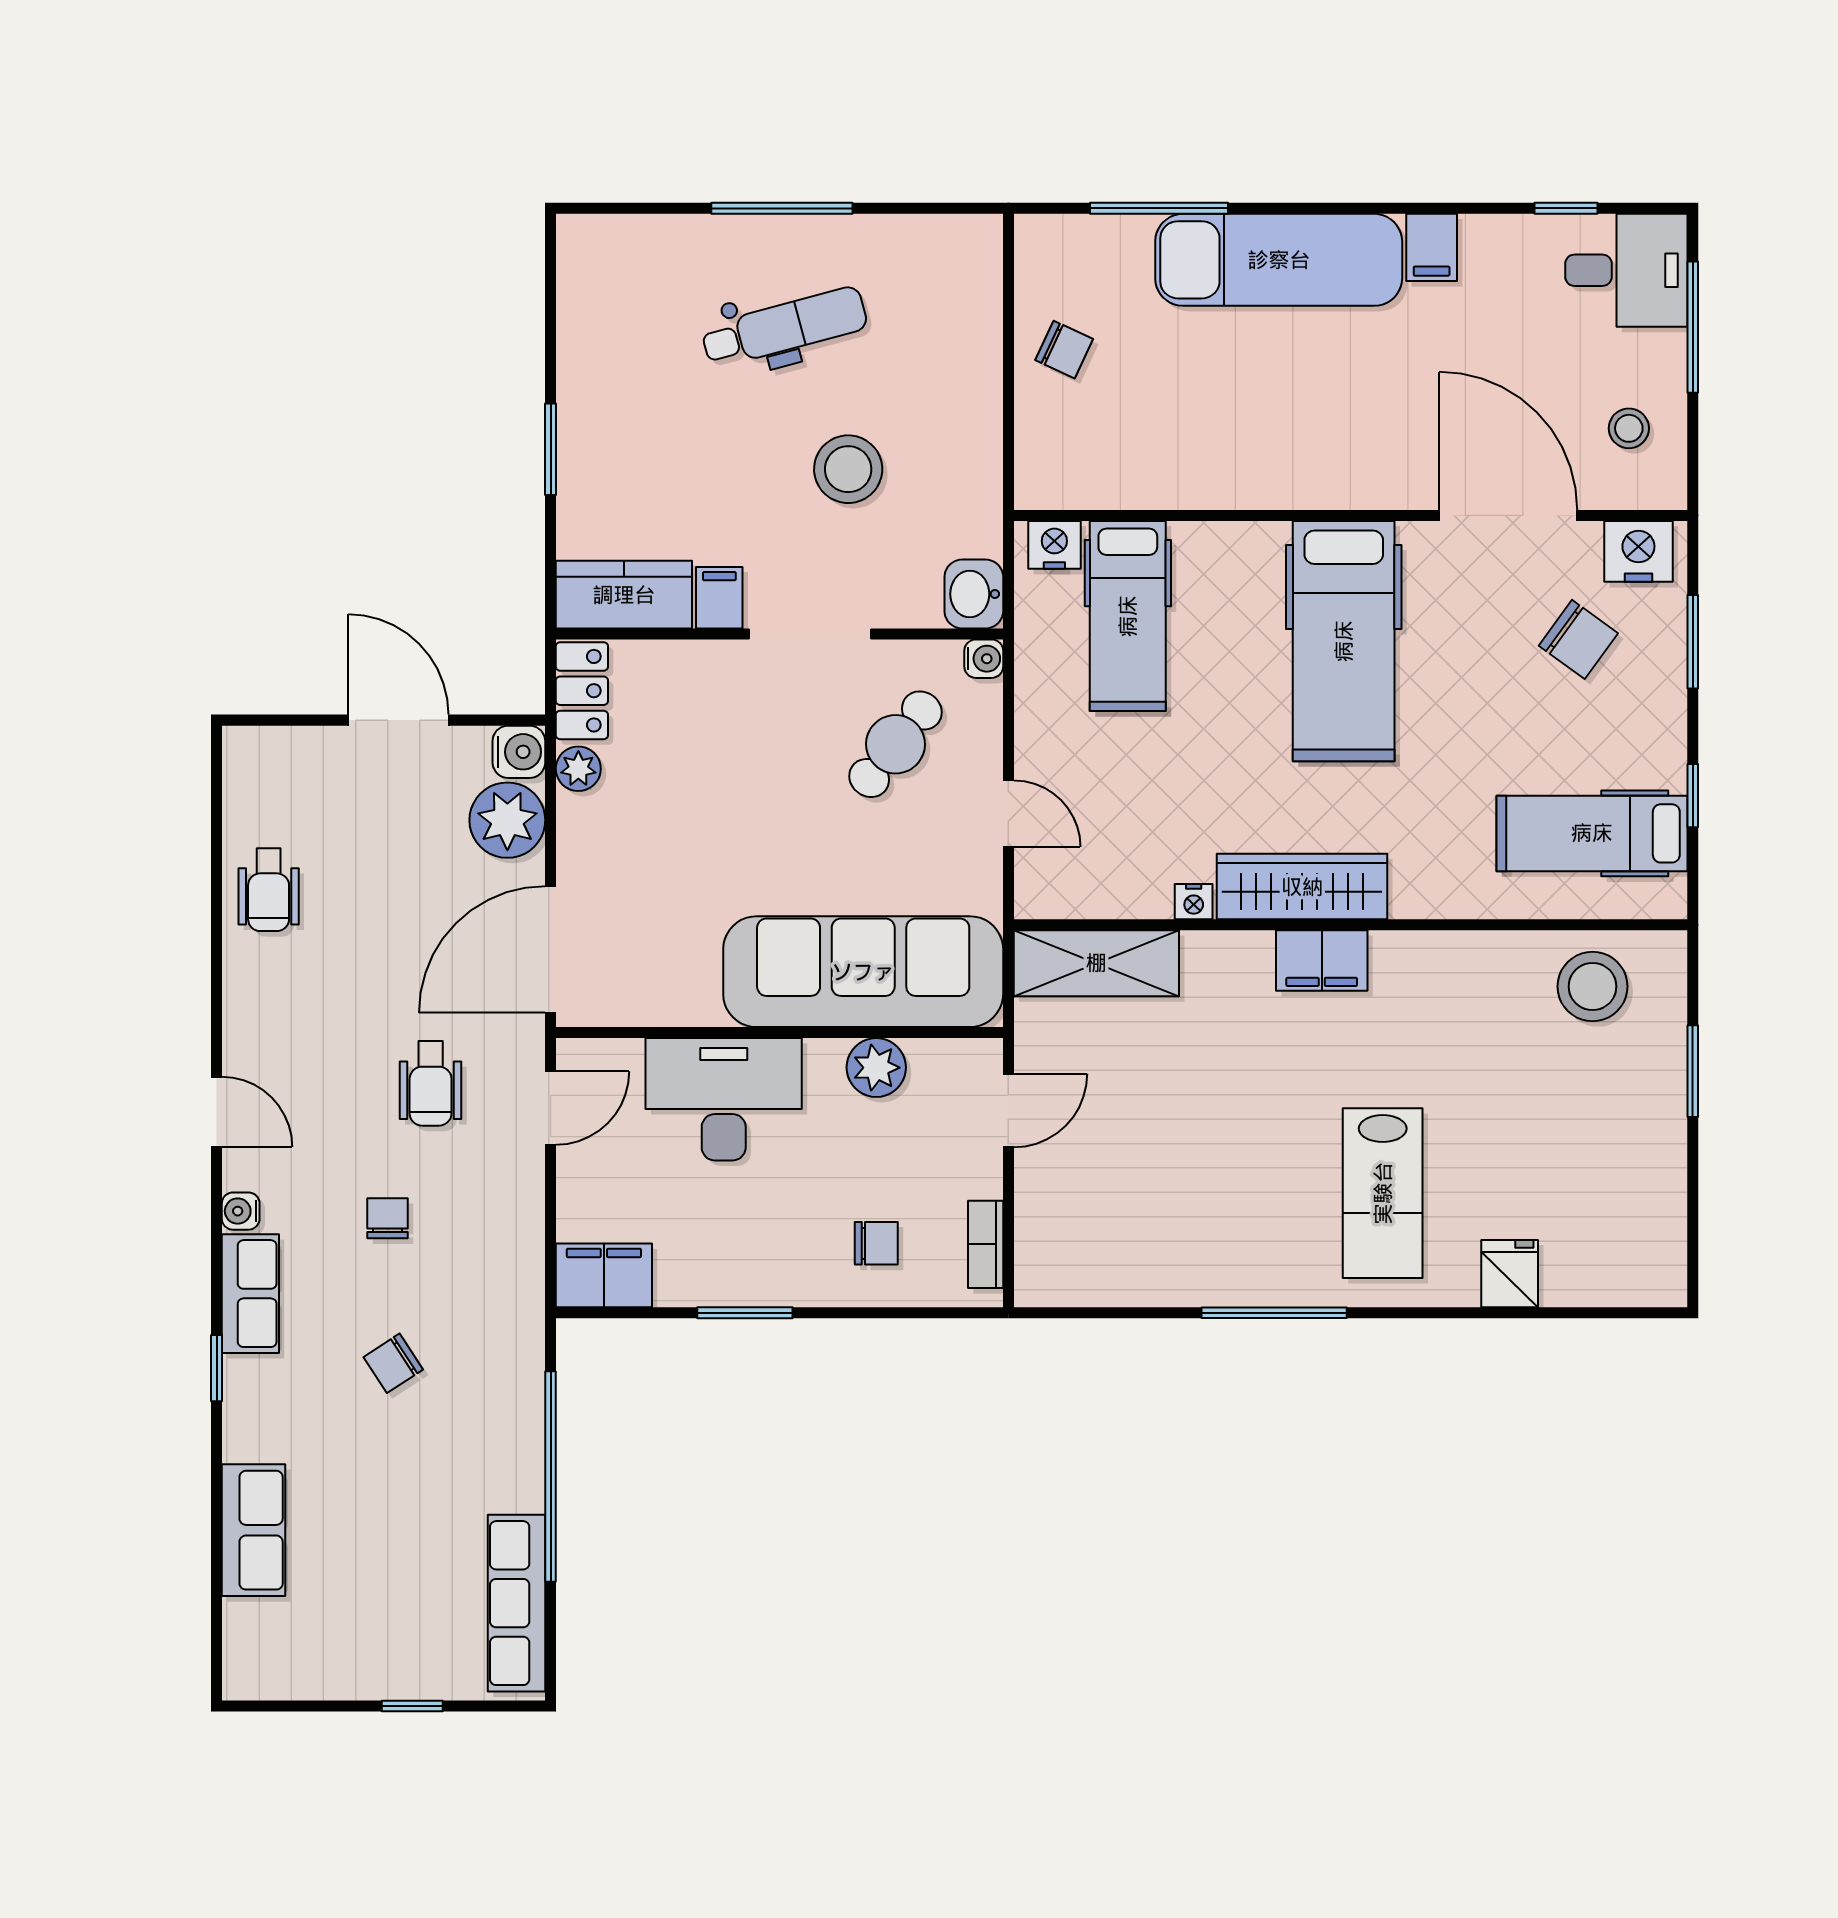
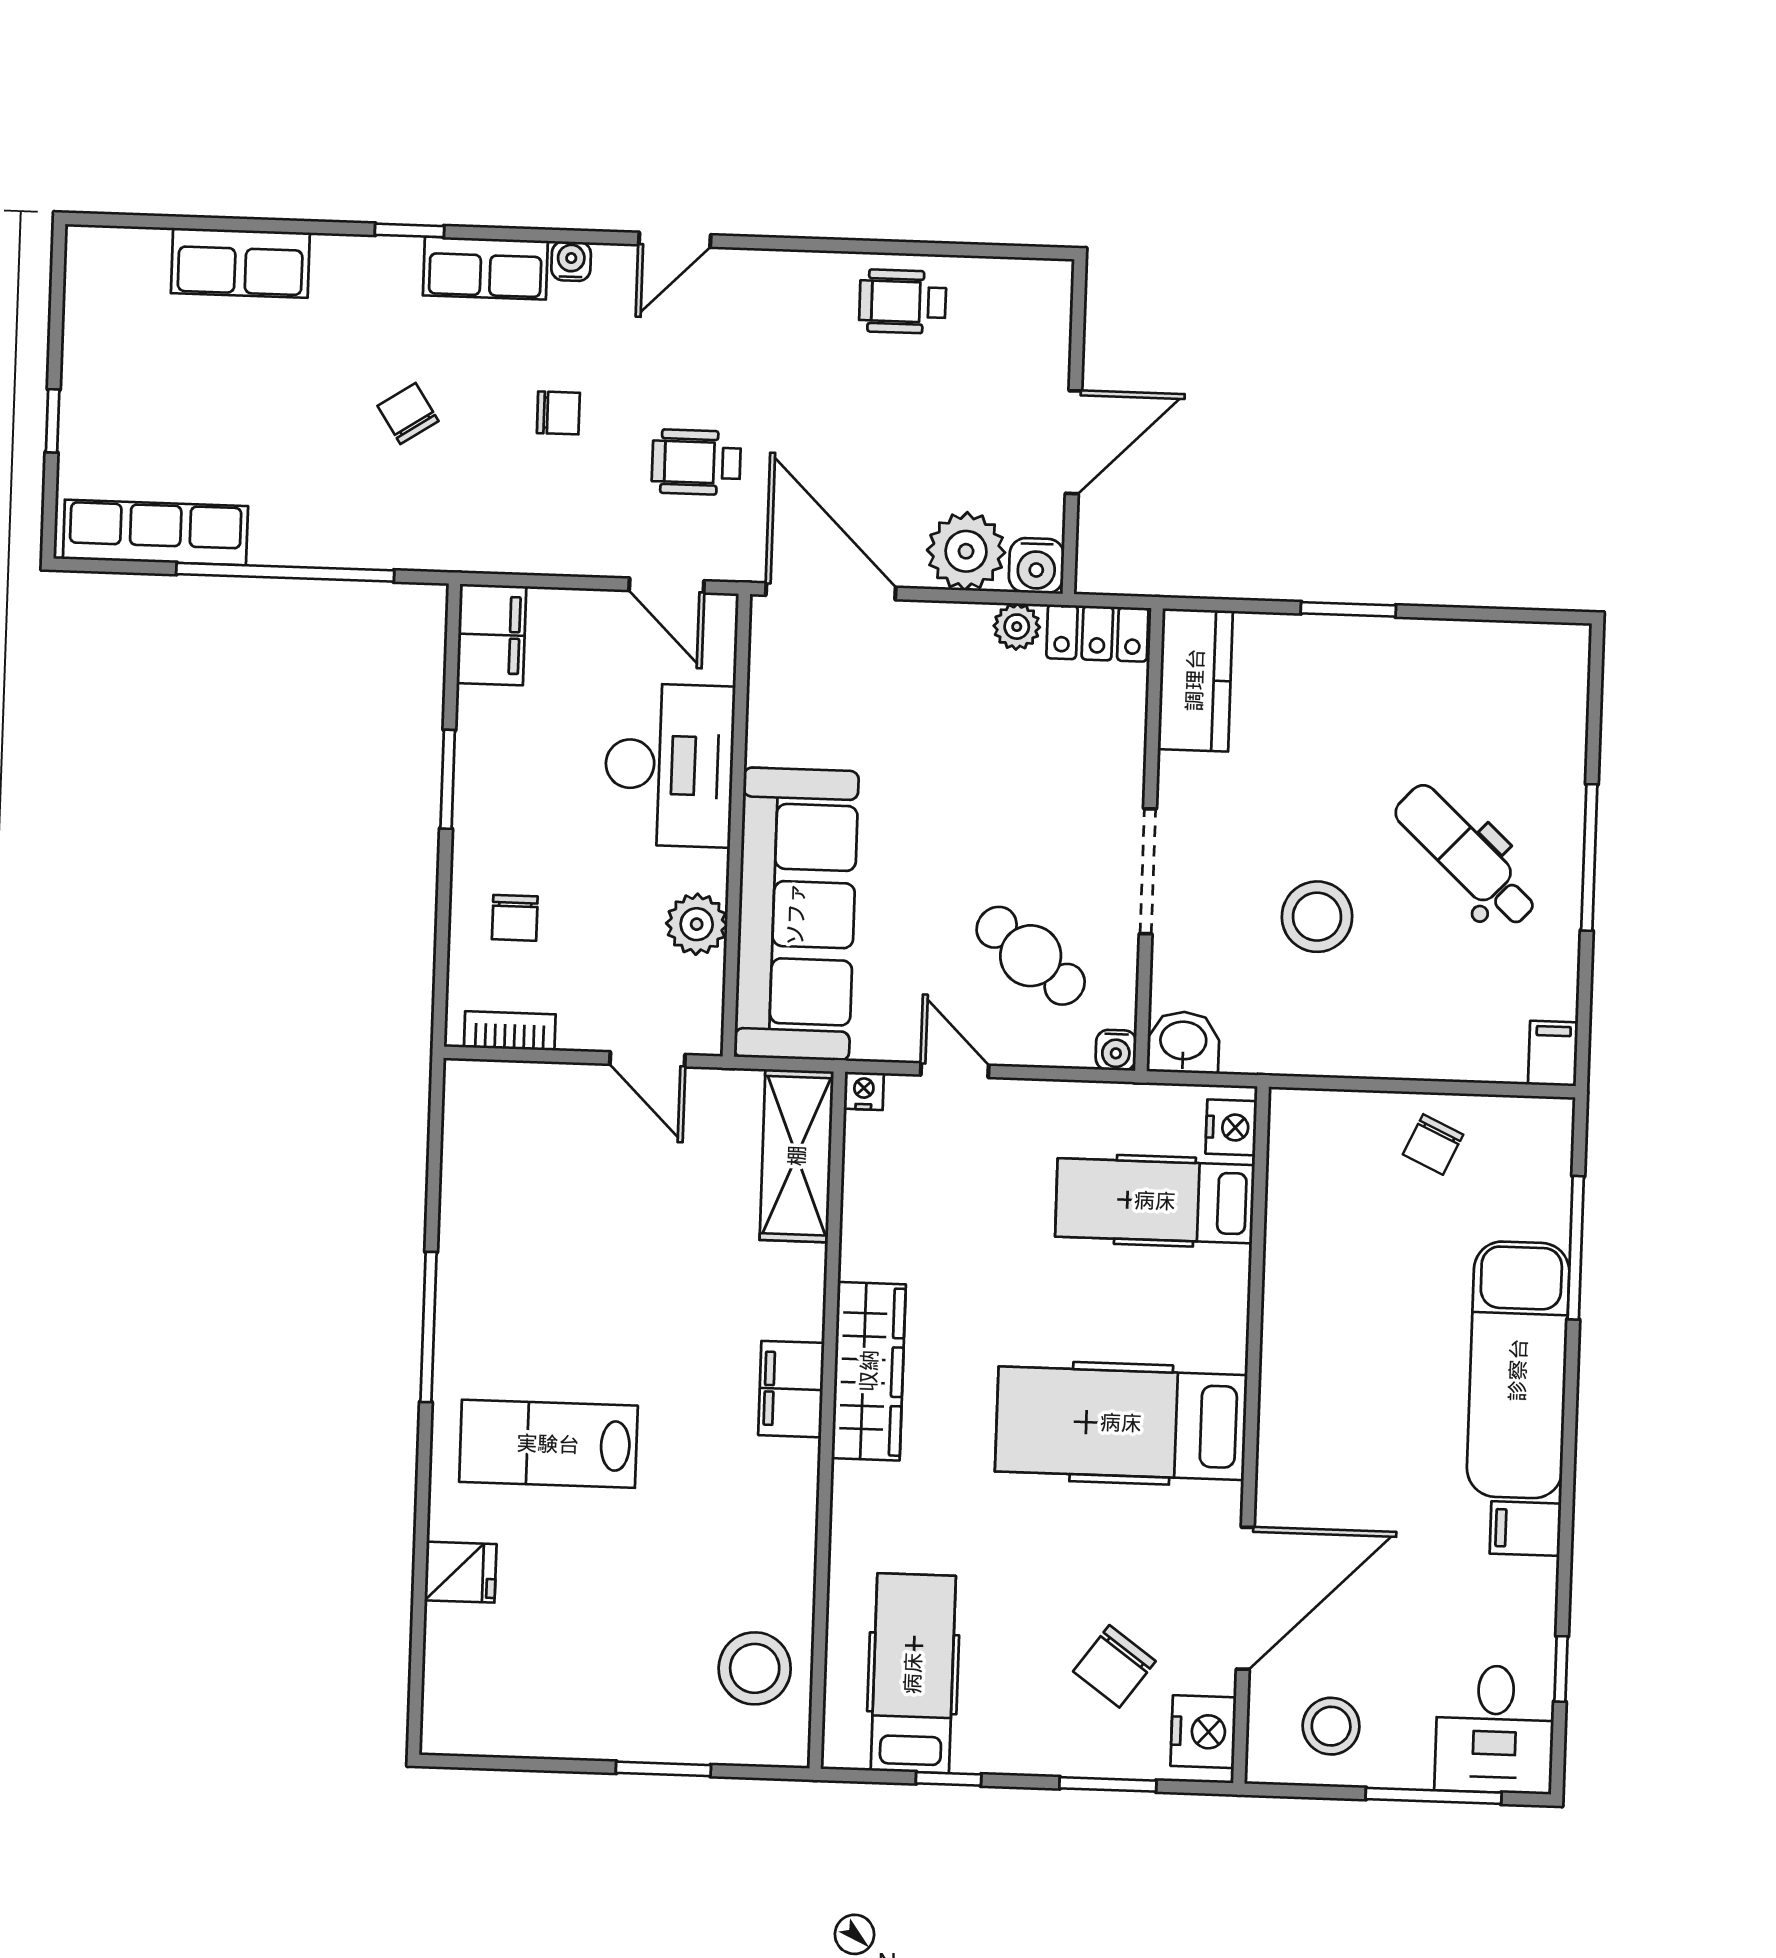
dental chair: (784, 327) -> (1466, 856), turned 148
stool: (1629, 428) -> (1331, 1726), width x1.37, depth x1.37
filing cabinet: (719, 598) -> (1553, 1053), moved, turned -90
door: (1008, 814) -> (955, 1070), swing flipped
nightstand: (1194, 902) -> (864, 1091), moved, turned 90

